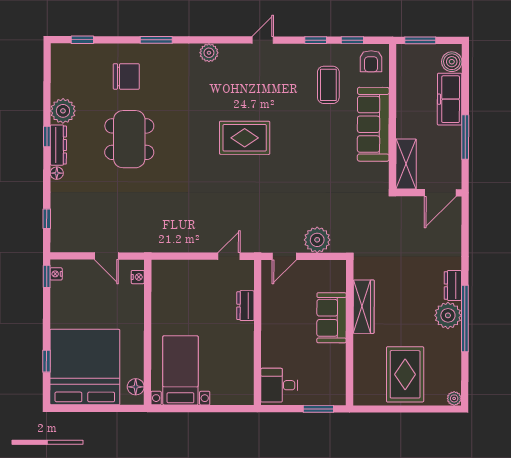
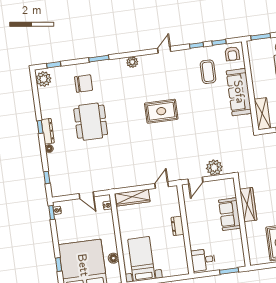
plant: (63, 111) -> (44, 79), moved
wardrobe: (180, 270) -> (133, 198), added
dresser: (245, 306) -> (177, 226), moved
floor lamp: (136, 387) -> (113, 258), moved

